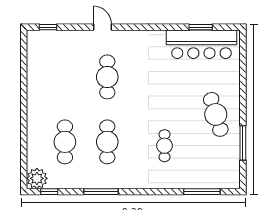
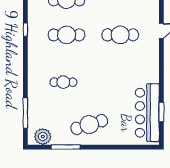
plant: (230, 171) -> (43, 137), added
window: (101, 192) -> (25, 30), width x0.46

